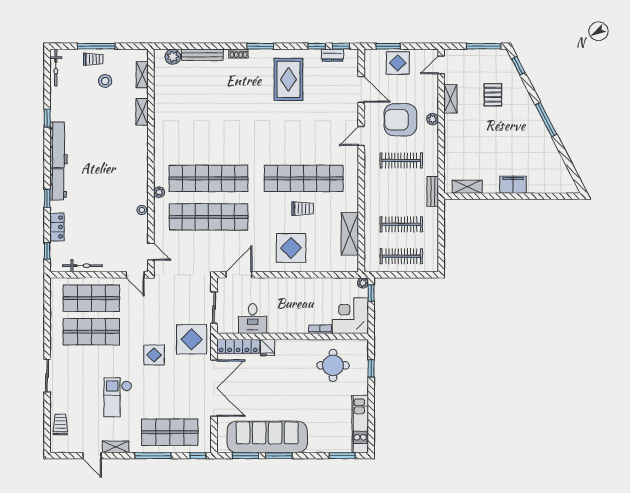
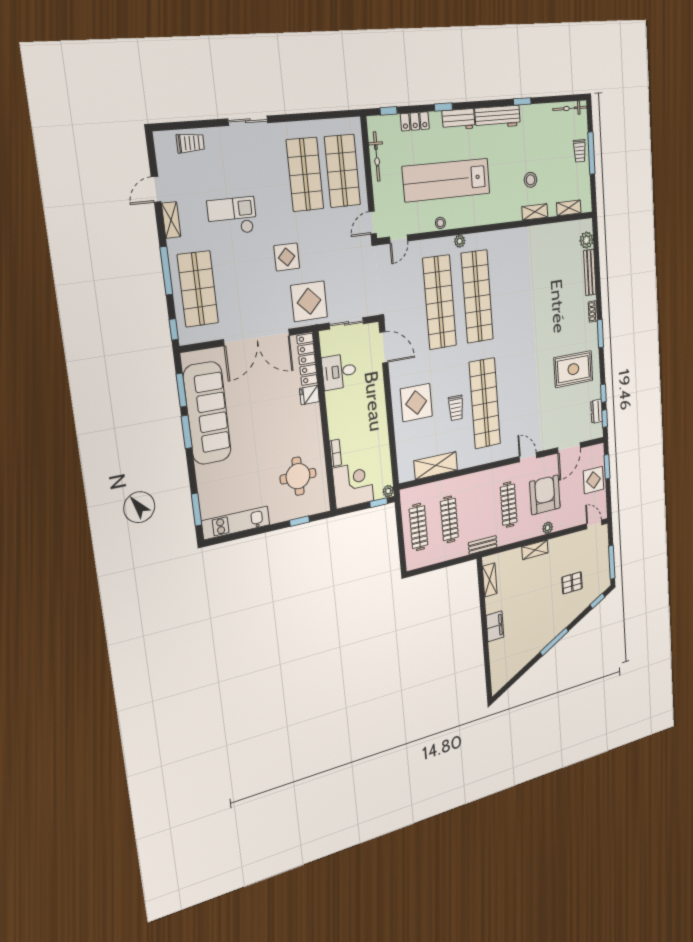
stool: (105, 81) -> (531, 180), moved
shelving: (450, 99) -> (535, 550), moved
lab bench: (107, 201) -> (447, 180), added

